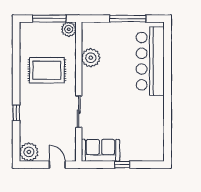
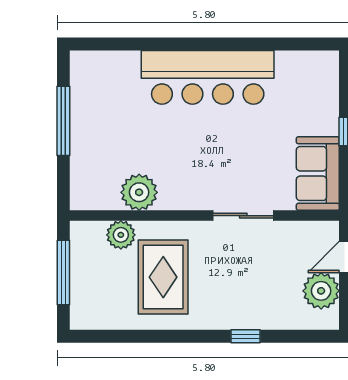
plant: (69, 29) -> (121, 235), moved
bar counter: (150, 61) -> (208, 77), moved
plant: (29, 152) -> (321, 291), moved

